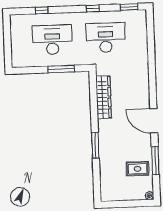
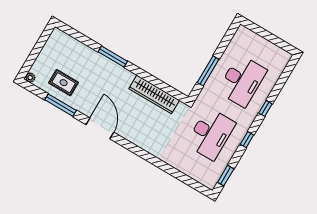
window: (42, 10) -> (265, 108), moved
door: (154, 121) -> (100, 128), hinge flipped
rug: (137, 169) -> (64, 83), turned 90

